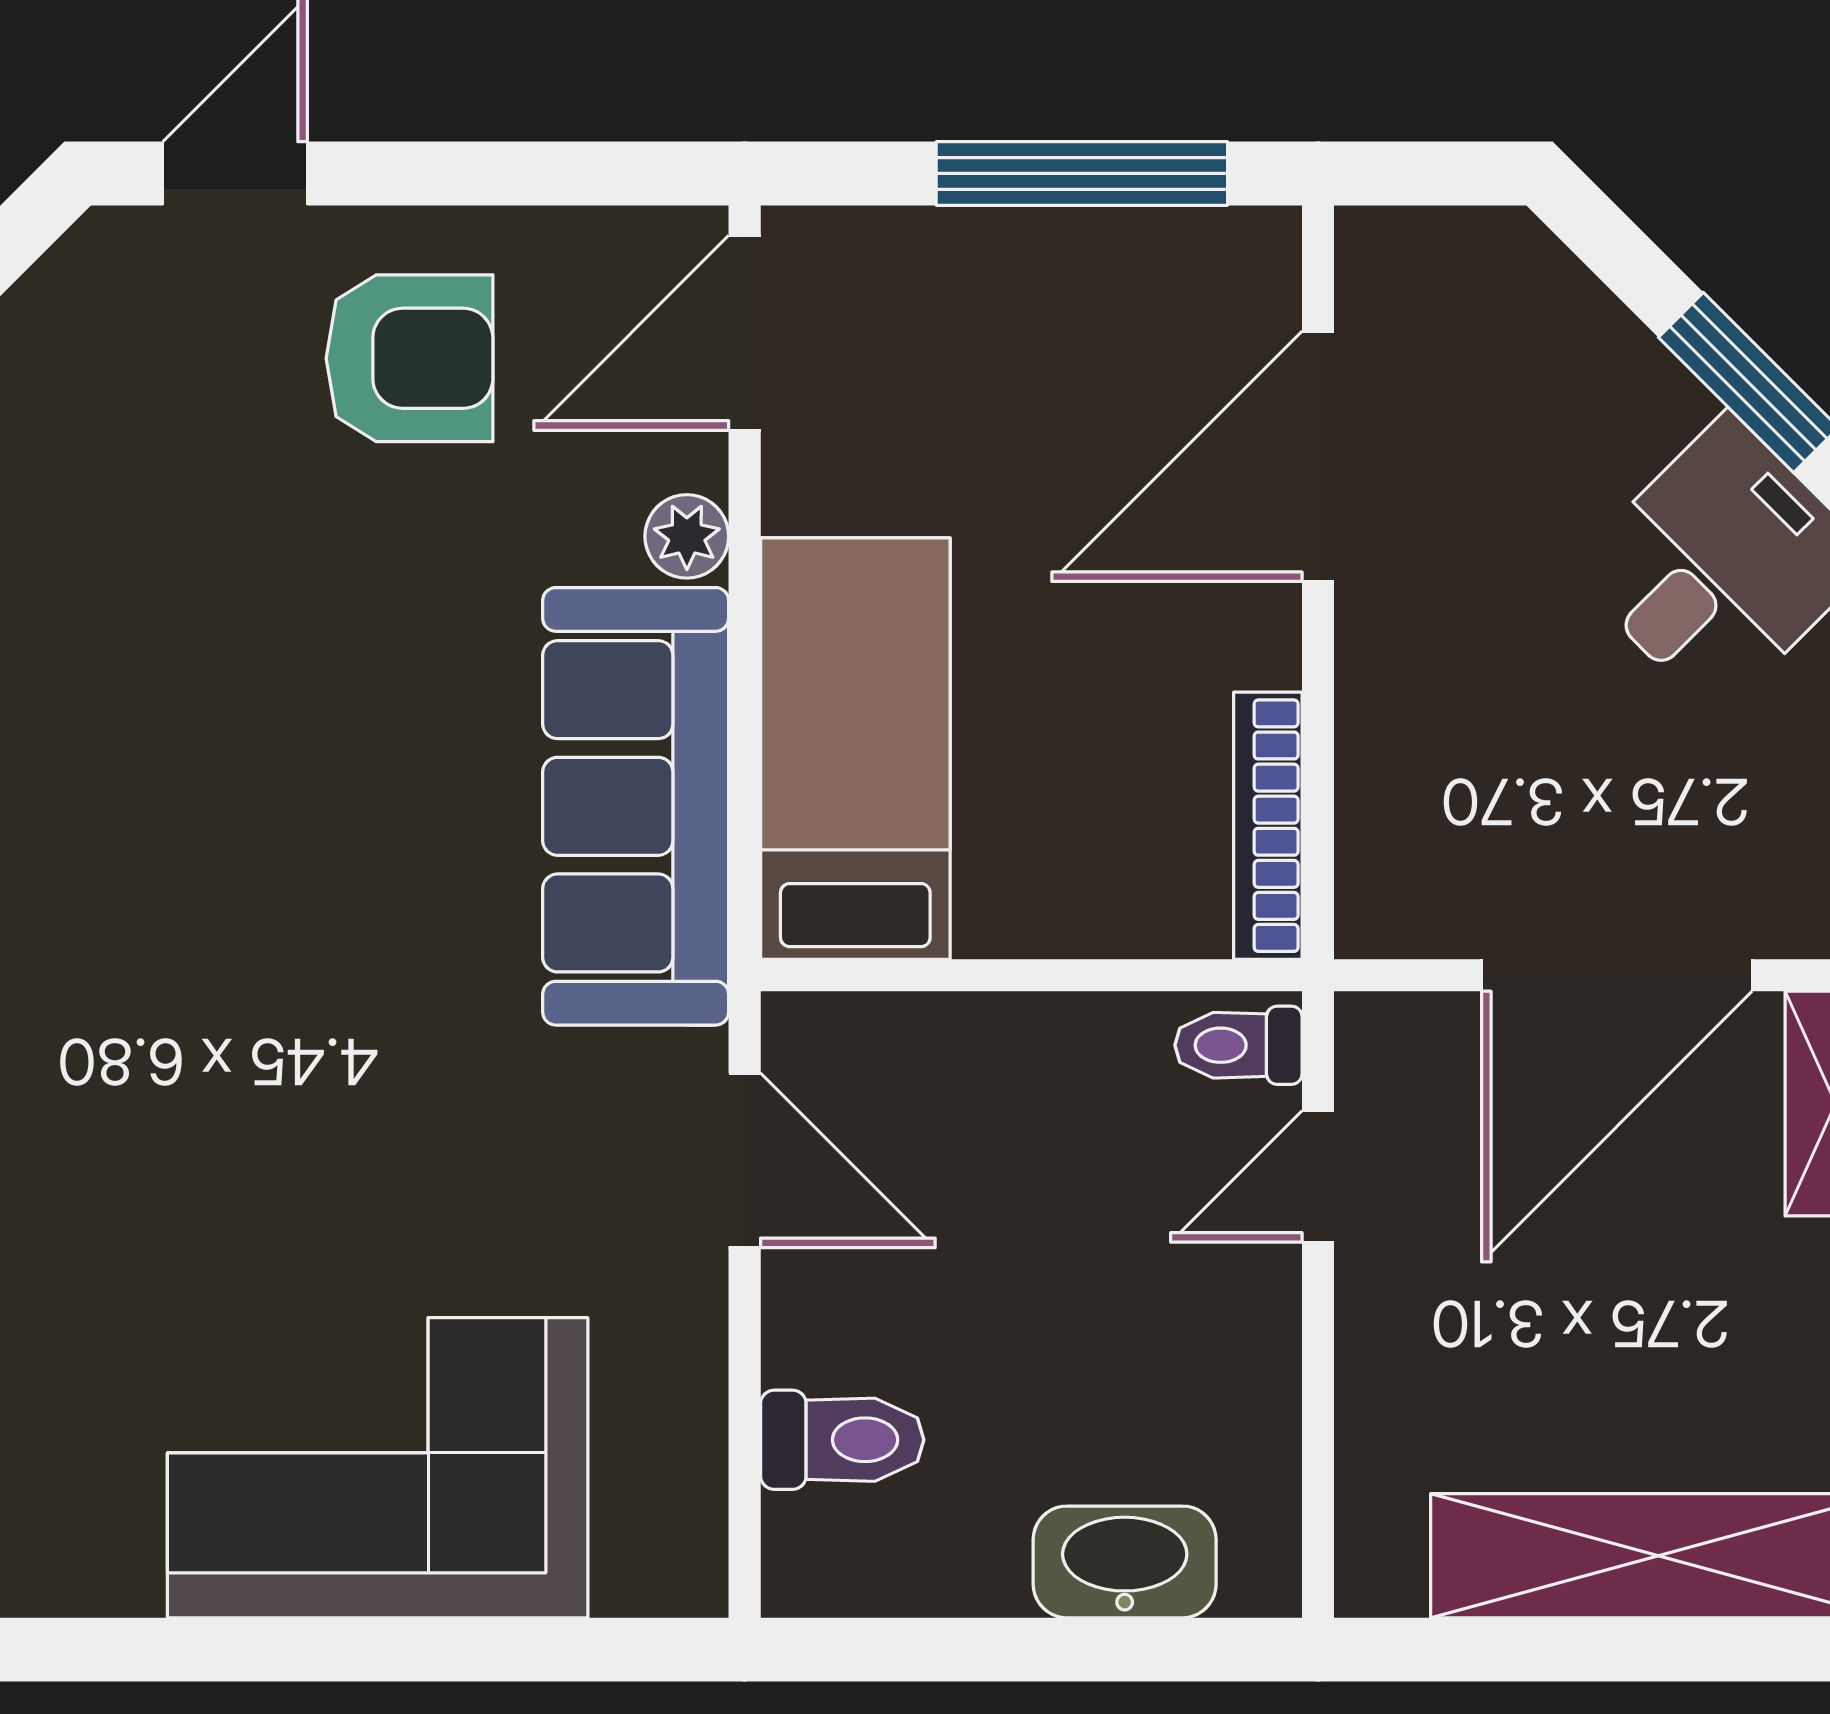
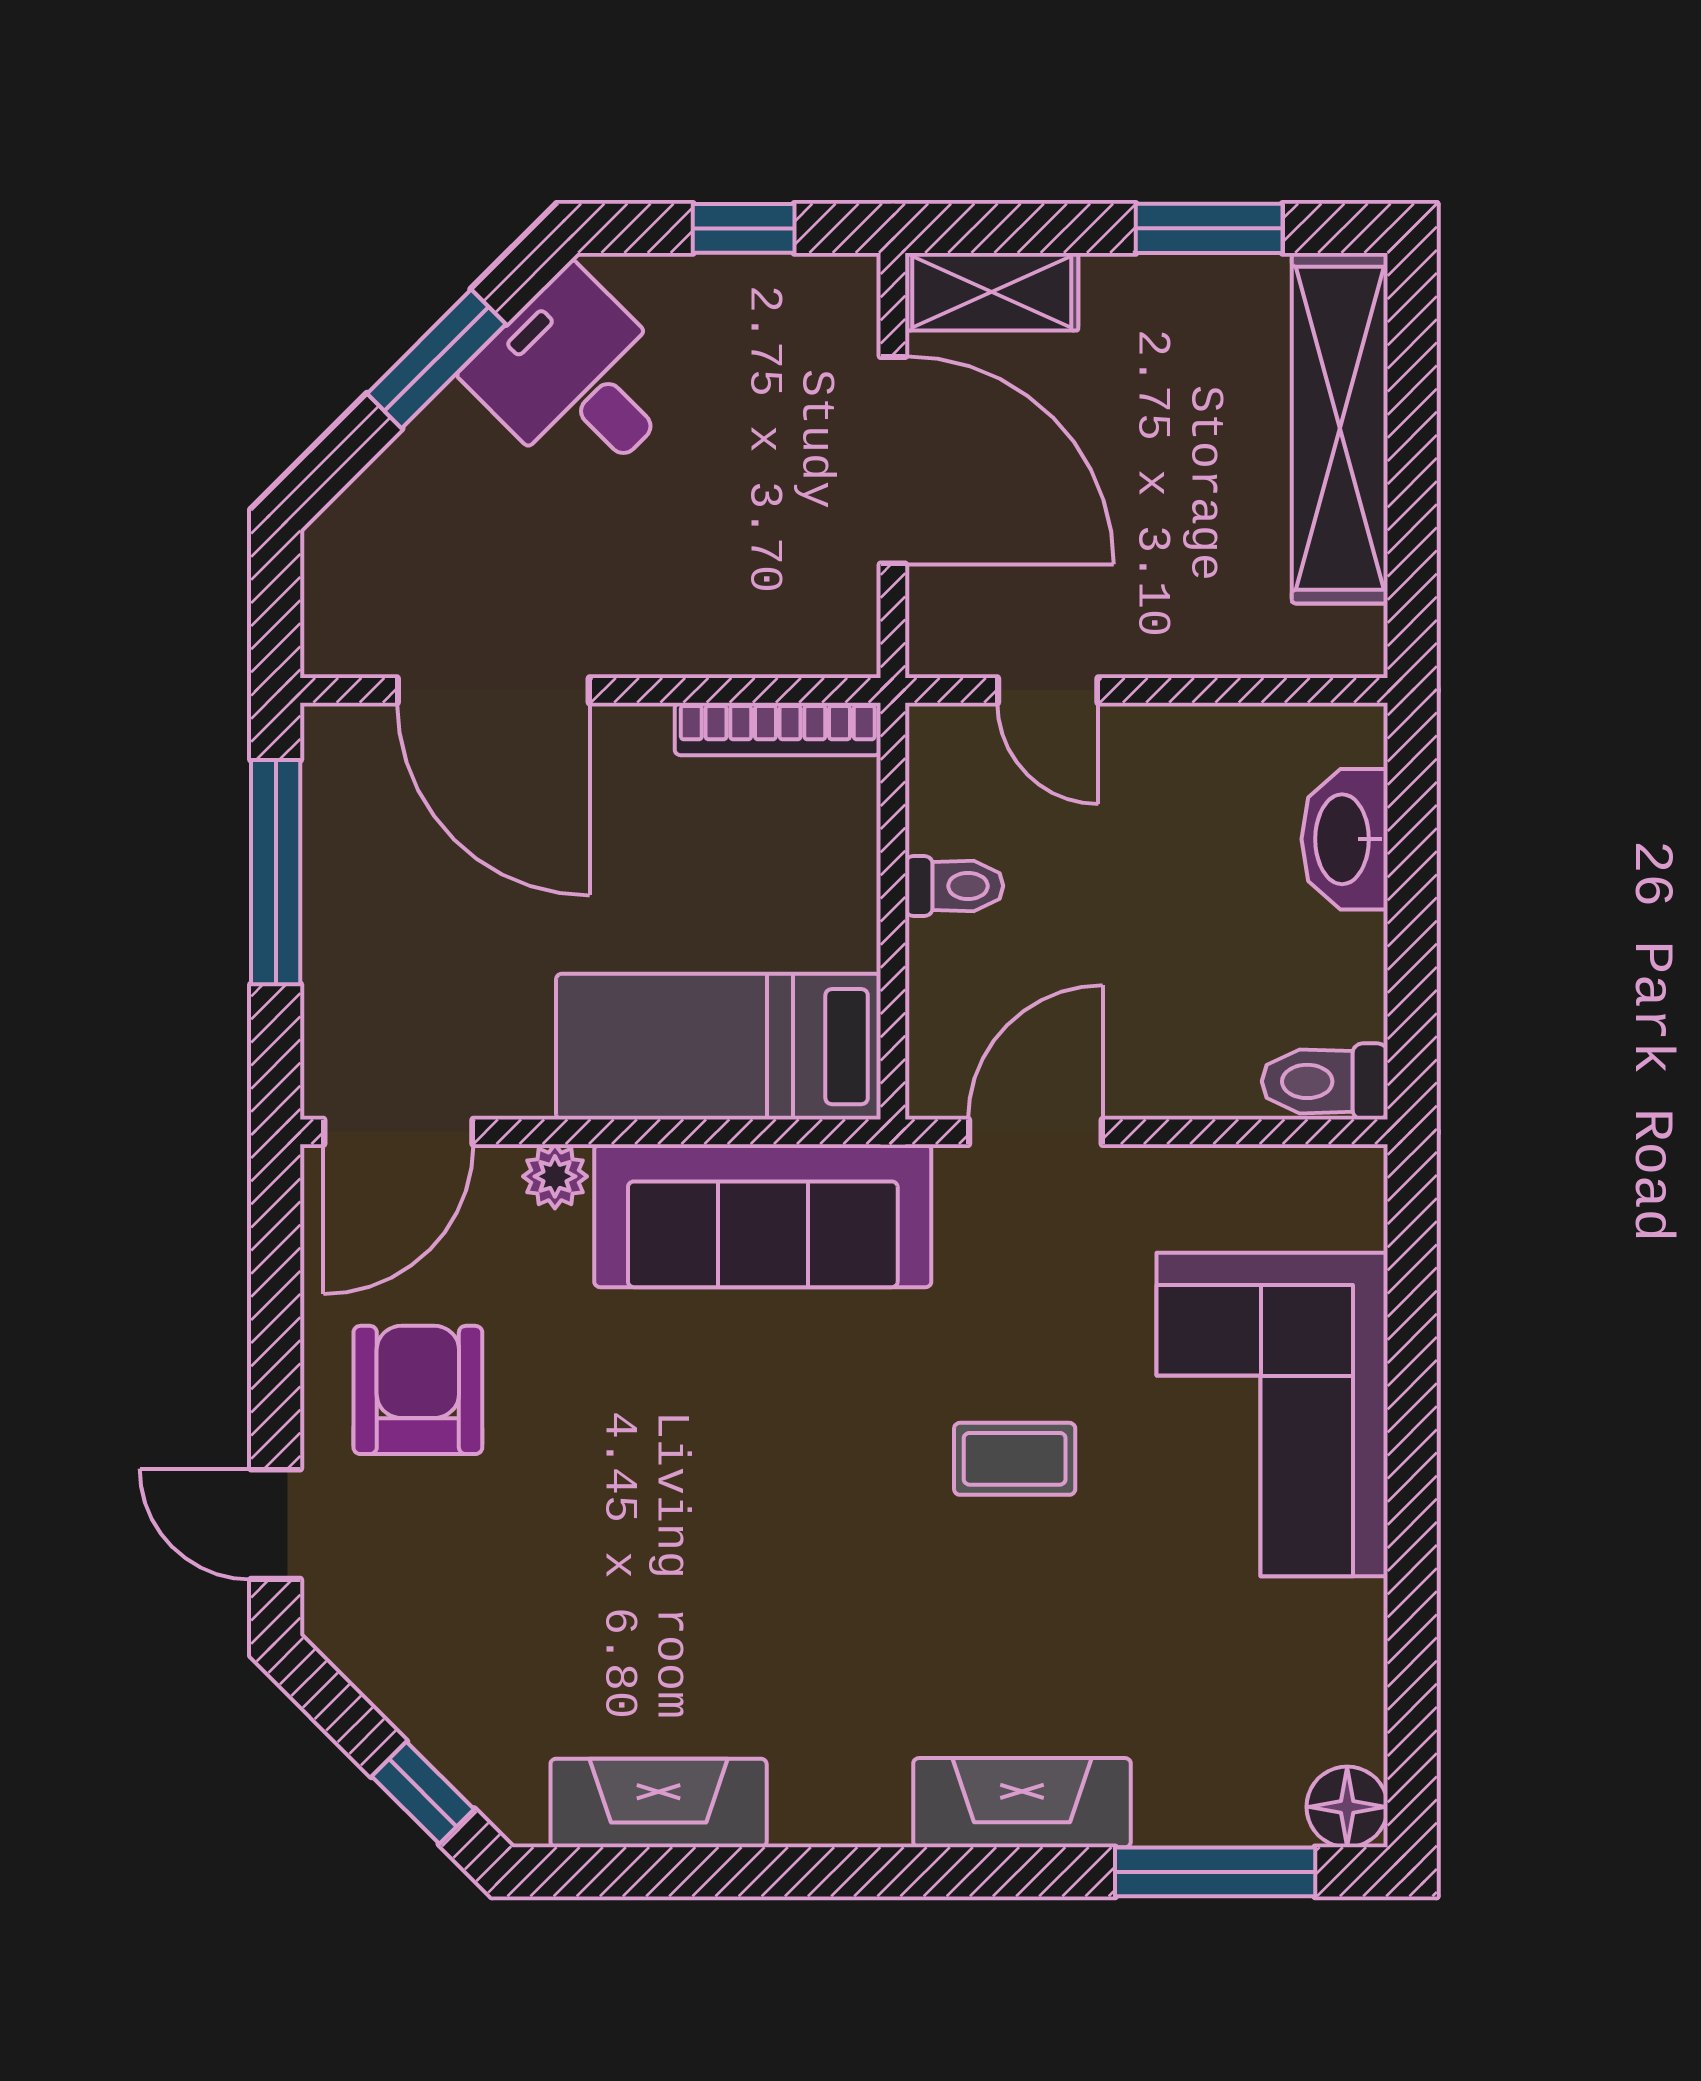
door: (745, 333) -> (398, 1132), hinge flipped
toilet: (1238, 1045) -> (954, 886), moved, turned -90
coffee table: (320, 1133) -> (1015, 1459), added
toilet: (842, 1440) -> (1325, 1081), moved, turned -90

